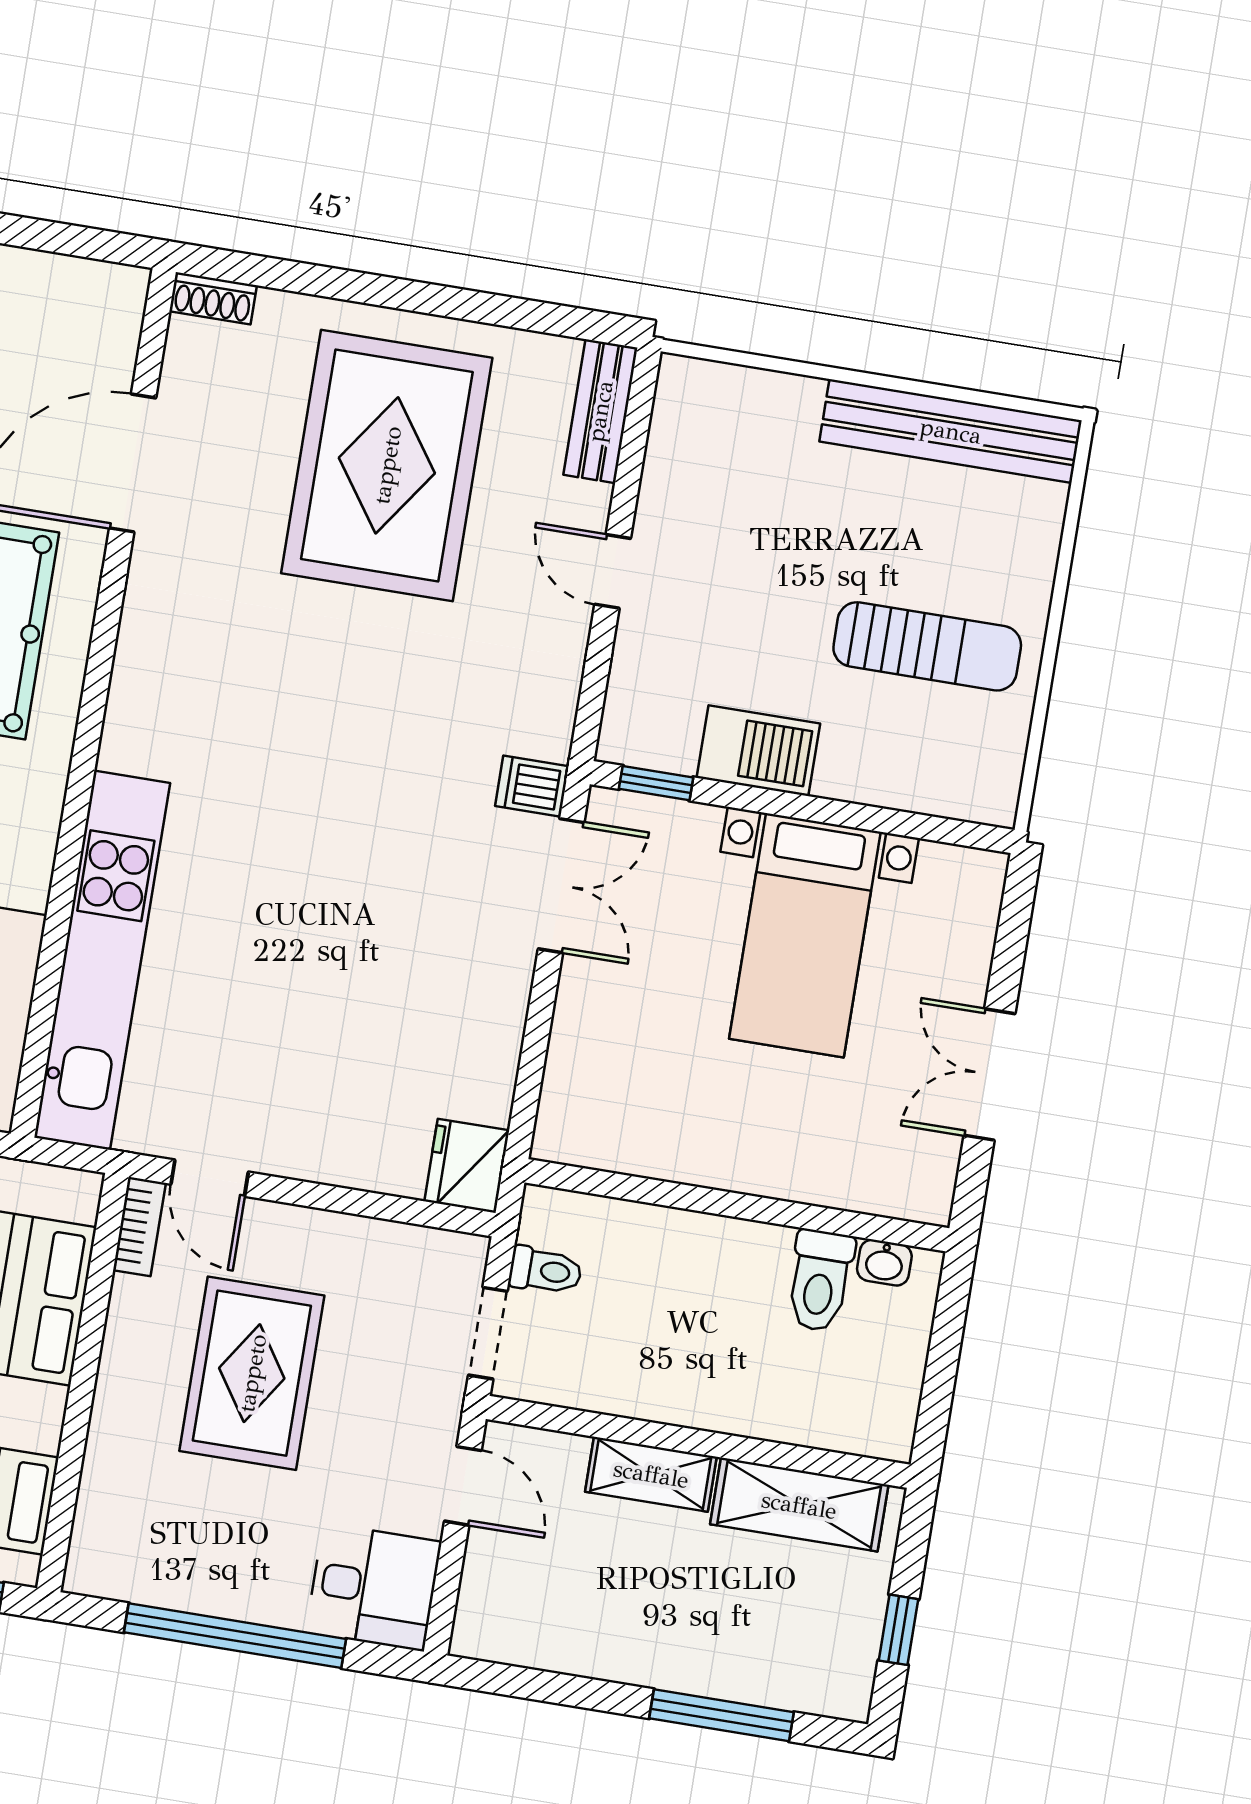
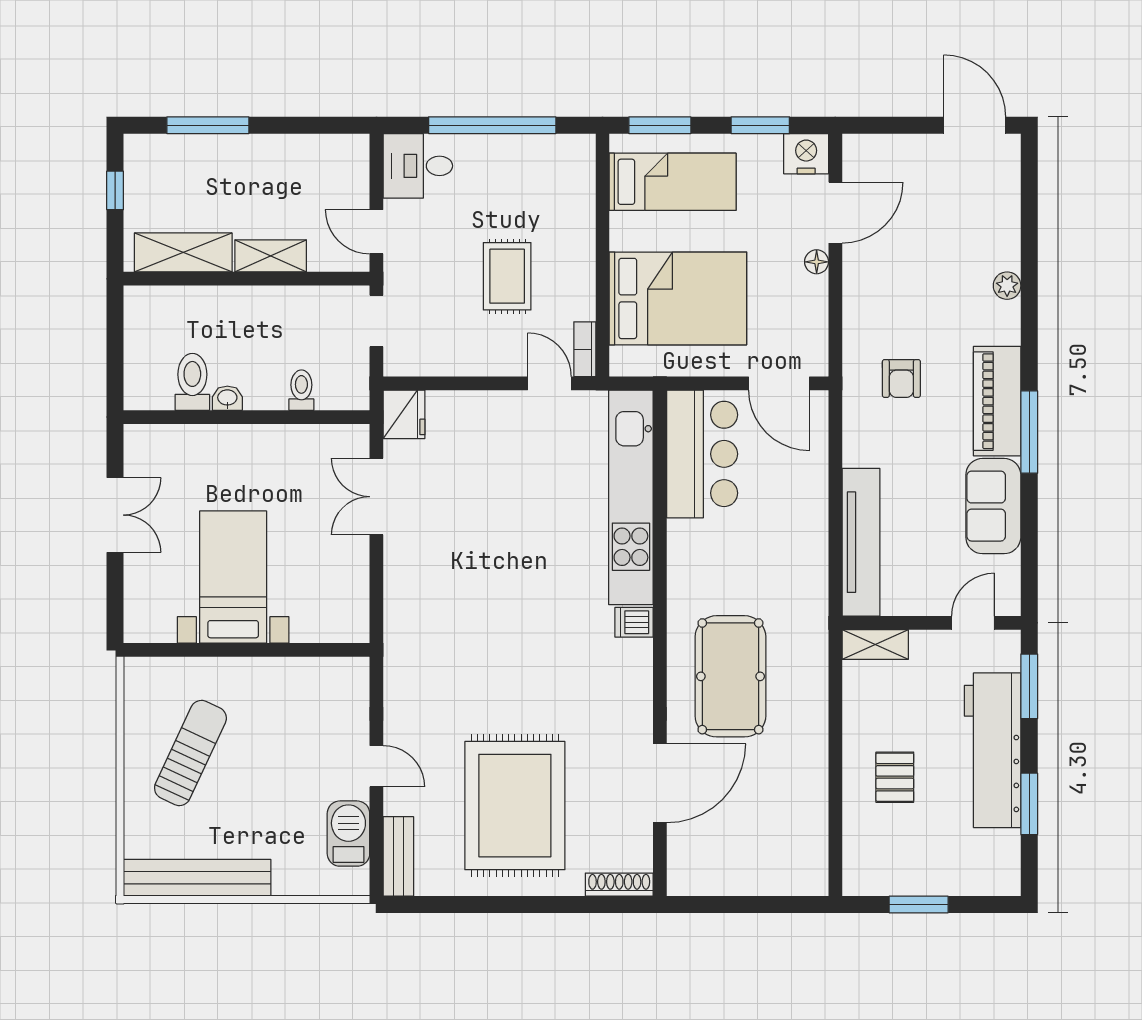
shoe rack: (213, 298) -> (619, 885), width x1.43
sun lounger: (927, 646) -> (190, 753), turned 115
barbecue: (758, 751) -> (348, 834), moved, turned 90
window: (656, 783) -> (332, 650), removed
dishwasher: (532, 786) -> (634, 622), moved, turned 180
double door: (561, 886) -> (376, 497), moved
washbasin: (884, 1263) -> (227, 398), moved
toilet: (545, 1271) -> (301, 390), moved, turned 90
rug: (252, 1373) -> (507, 276), width x0.73, depth x0.70

